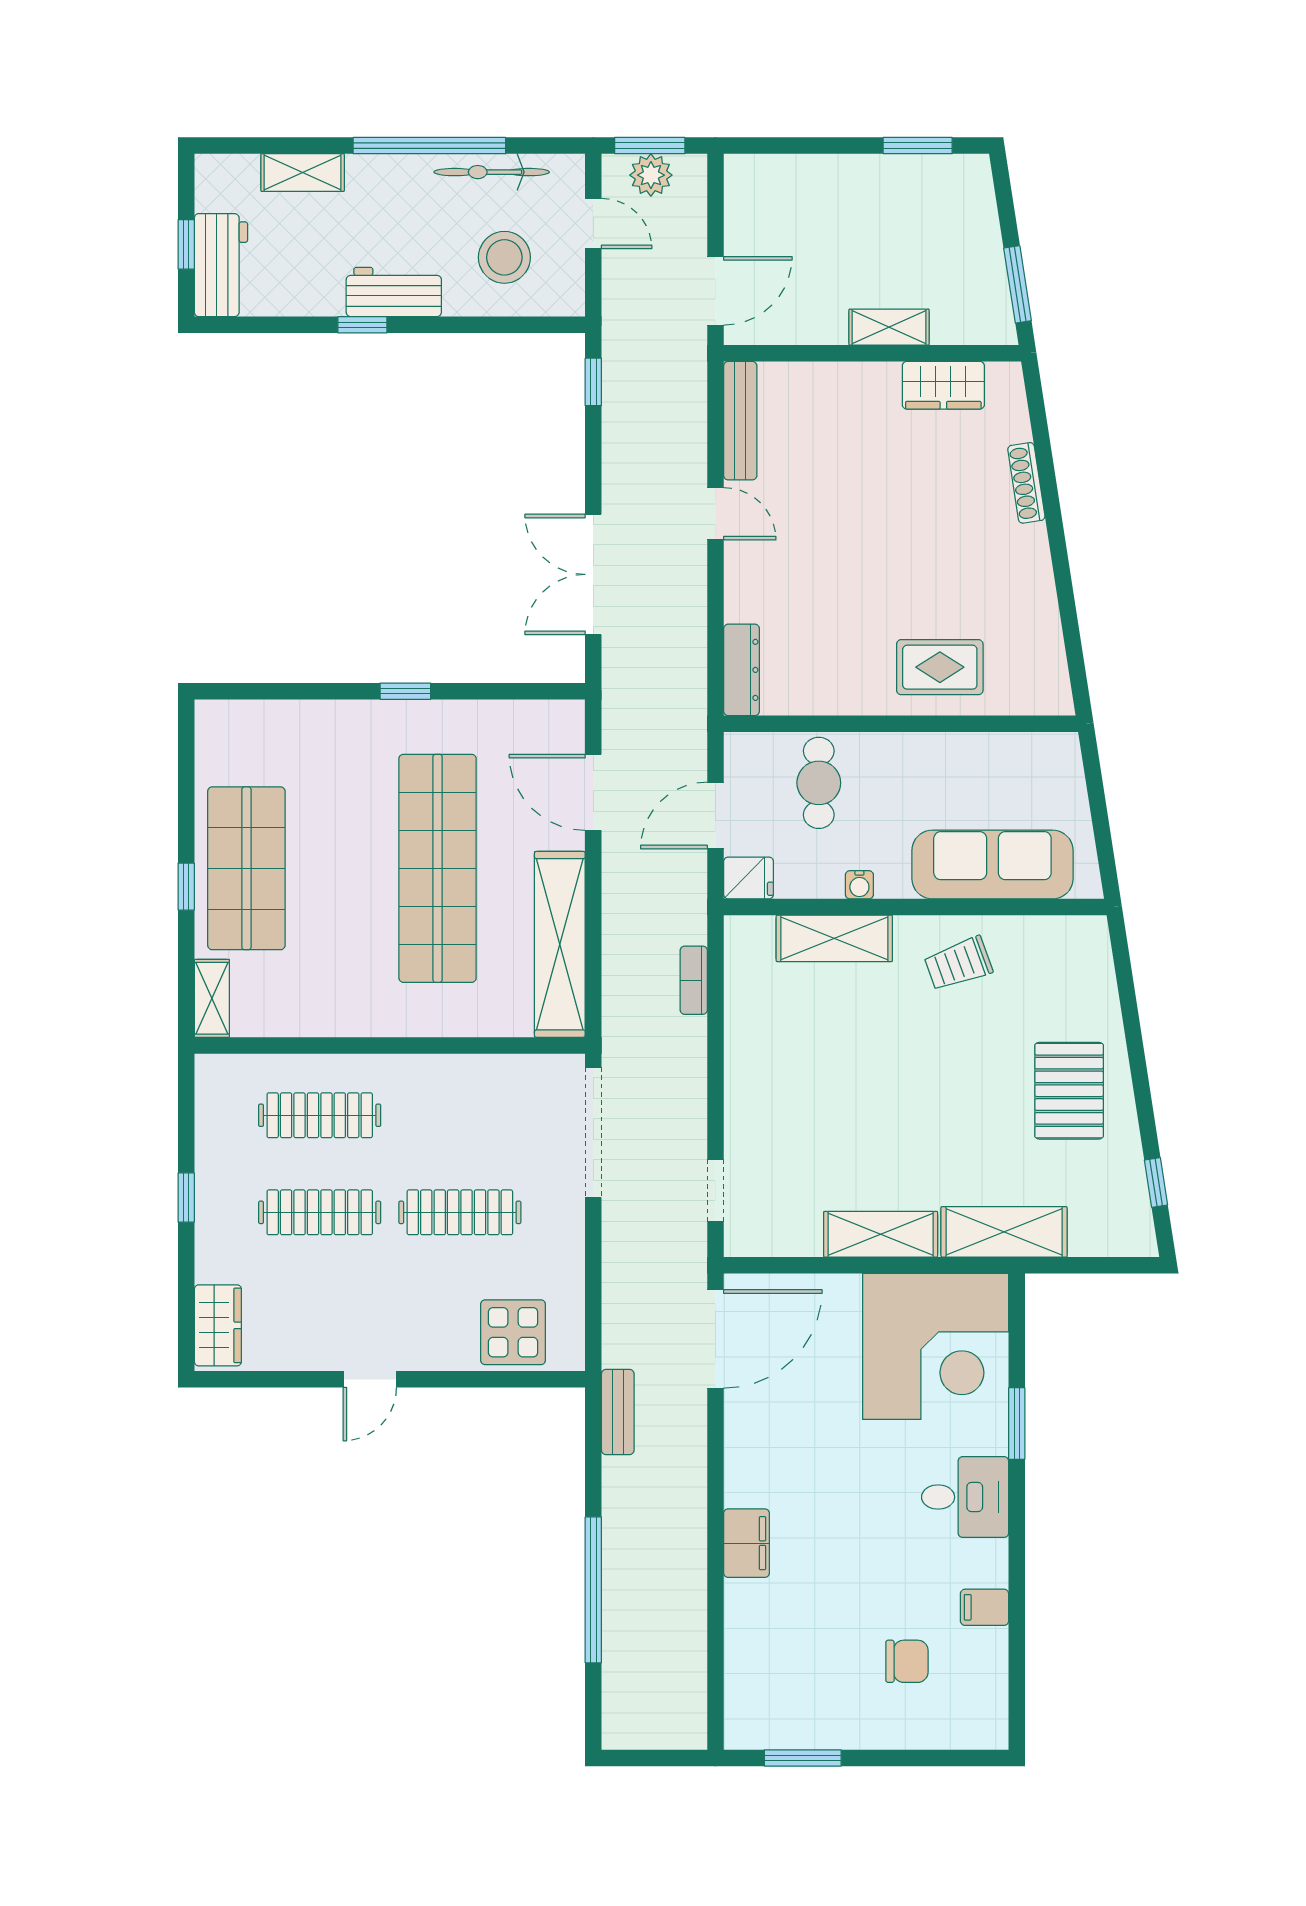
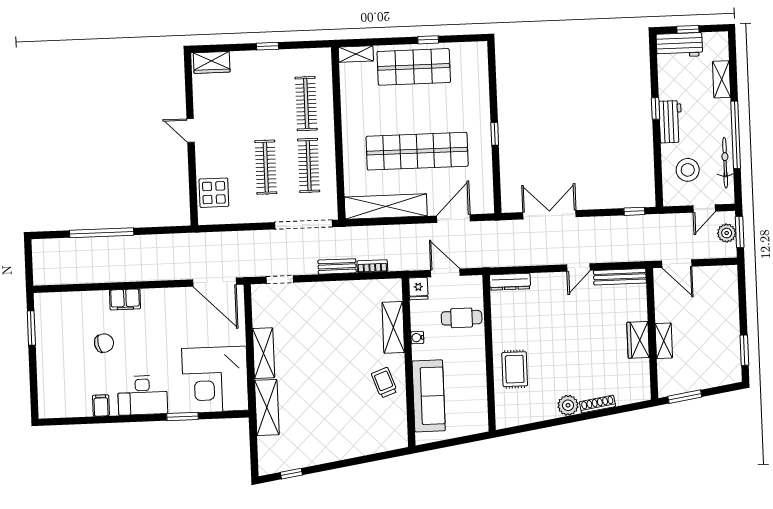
wardrobe: (943, 385) -> (638, 340), moved
plant: (1026, 550) -> (568, 405), added
window: (186, 887) -> (428, 40), moved
pallet: (1069, 1091) -> (330, 434), removed
clothes rail: (320, 1212) -> (309, 165), moved
bench: (618, 1412) -> (337, 266), moved
desk: (965, 1497) -> (143, 395), width x1.37
chair: (907, 1661) -> (104, 343), moved, turned -102

